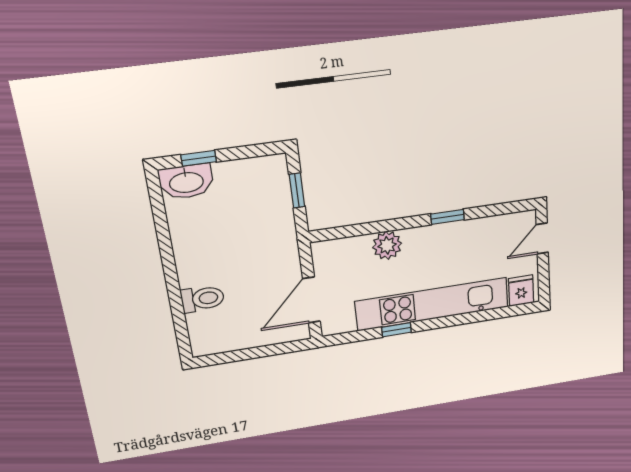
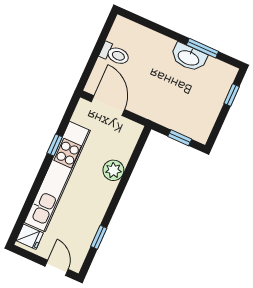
washbasin: (186, 182) -> (189, 57), moved, turned -90
window: (447, 217) -> (99, 237), moved
window: (163, 233) -> (202, 48), added
toilet: (203, 299) -> (115, 54), moved, turned -90

